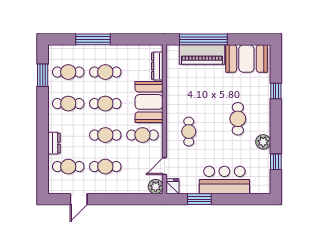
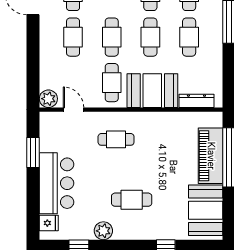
fridge: (172, 186) -> (49, 223), moved

